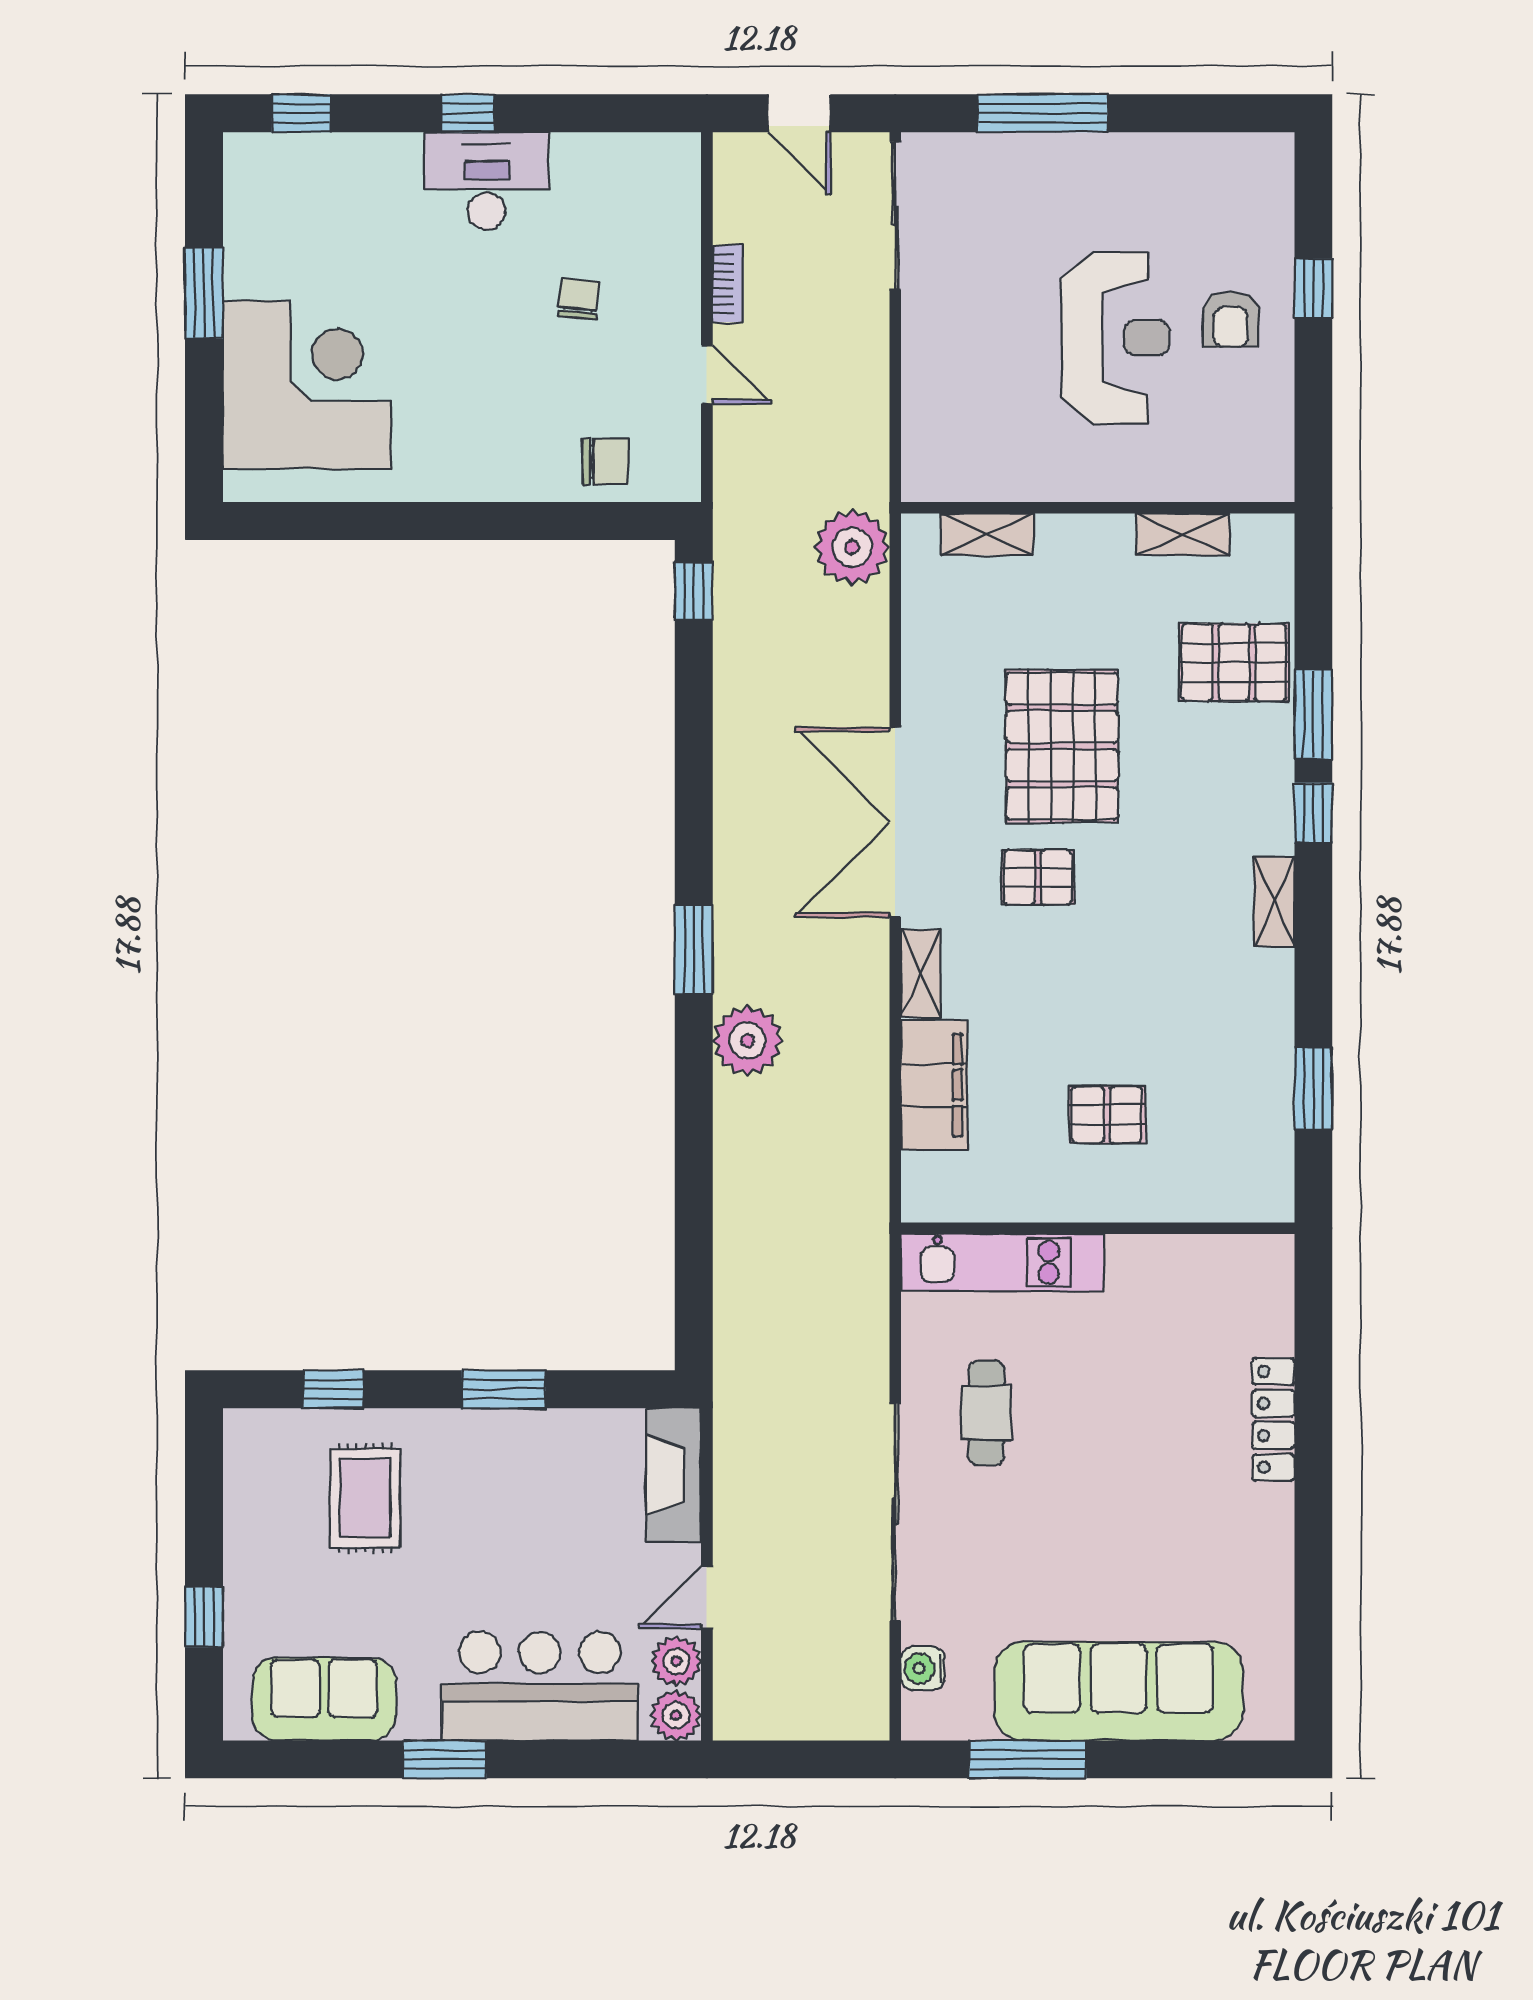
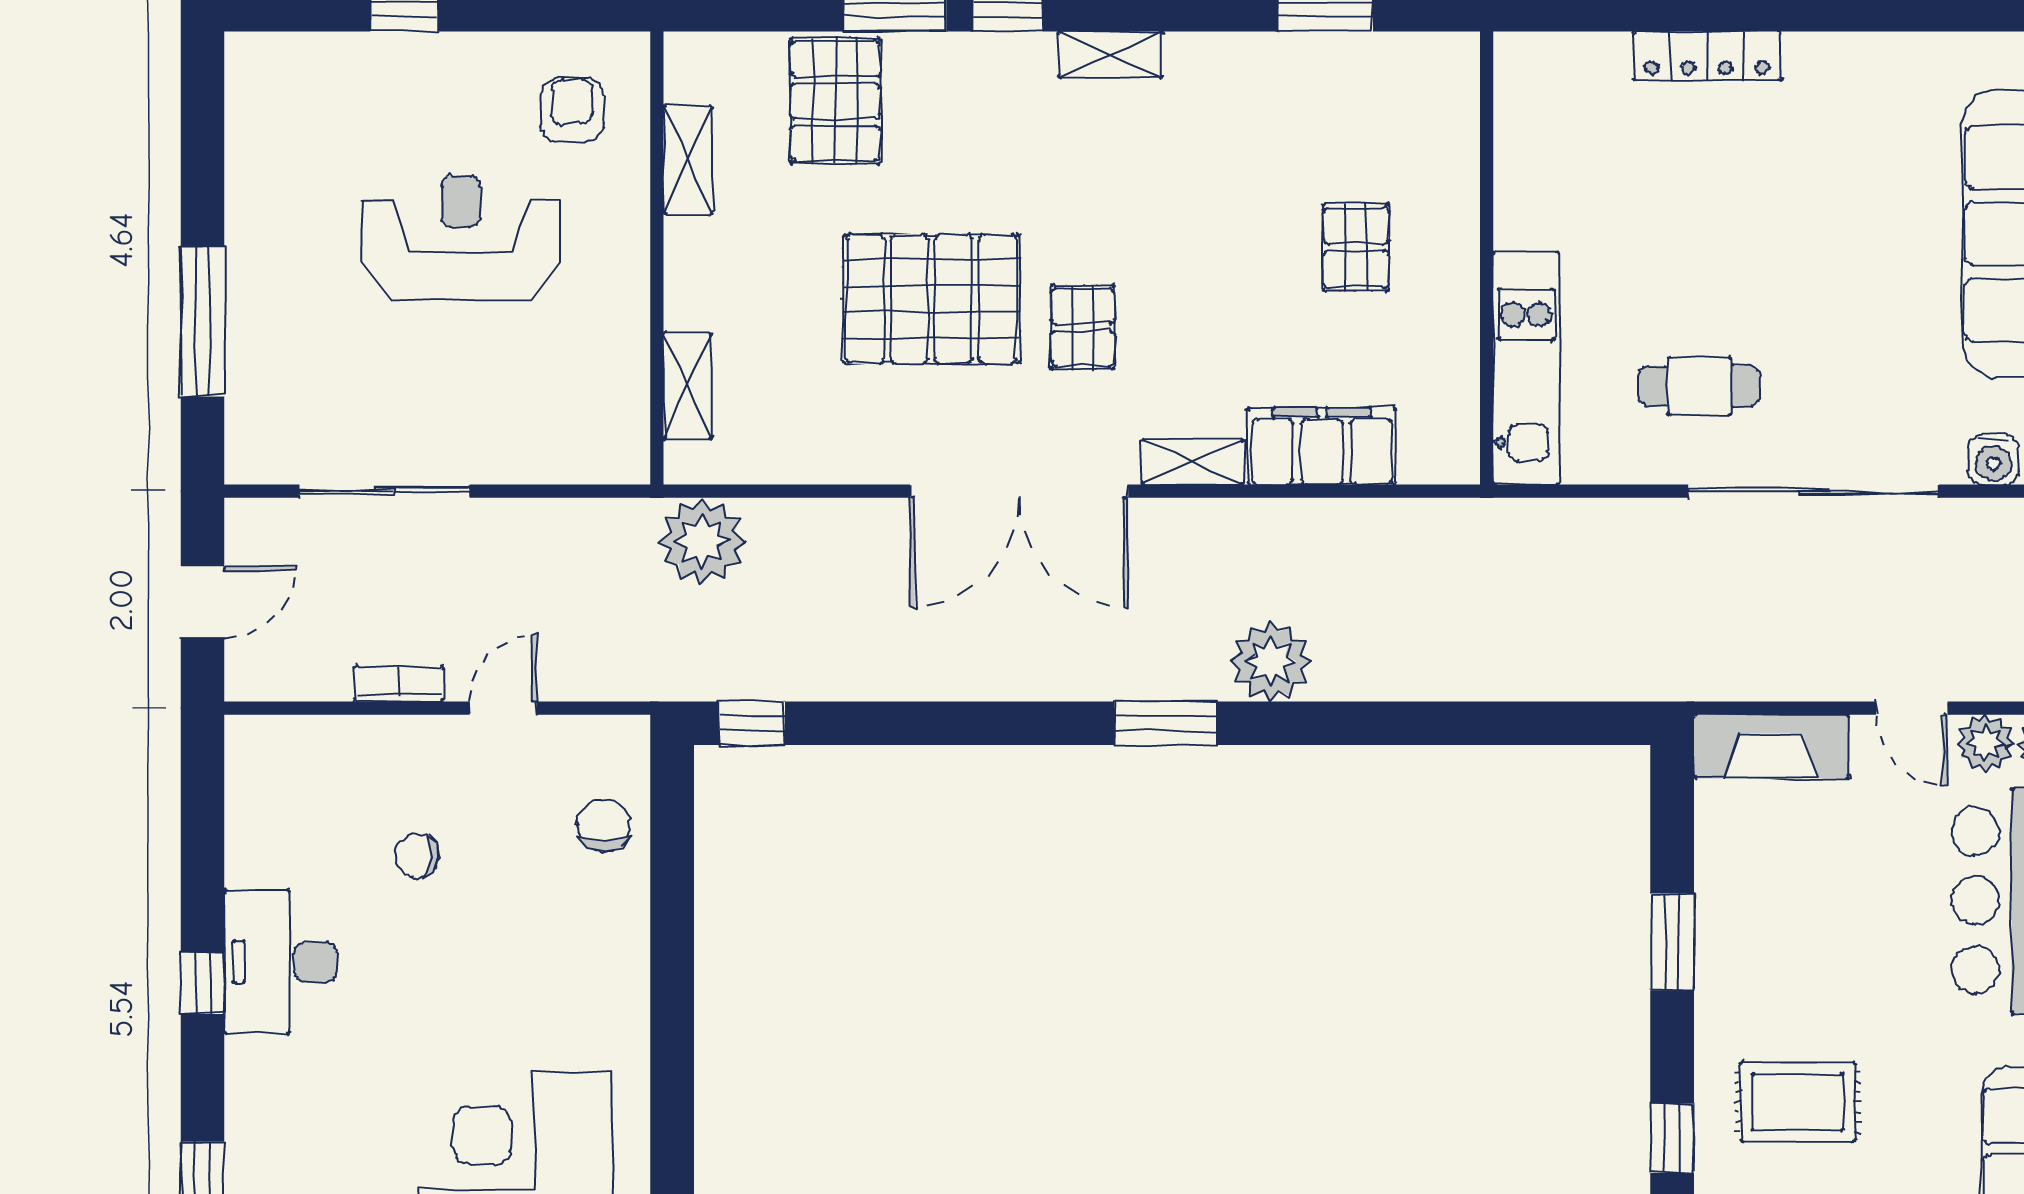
sliding door: (895, 216) -> (385, 491), moved
armchair: (1231, 319) -> (572, 110), moved, turned -90

